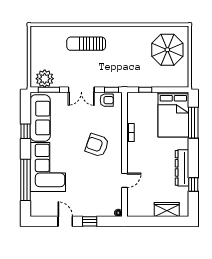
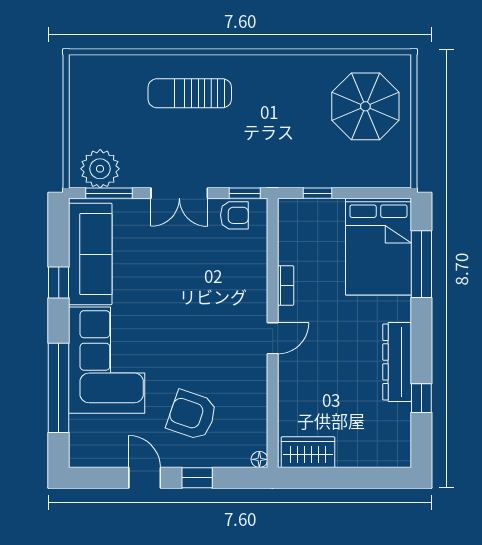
armchair: (97, 145) -> (192, 415), moved
door: (124, 180) -> (273, 338), moved
wardrobe: (167, 210) -> (308, 452), moved

